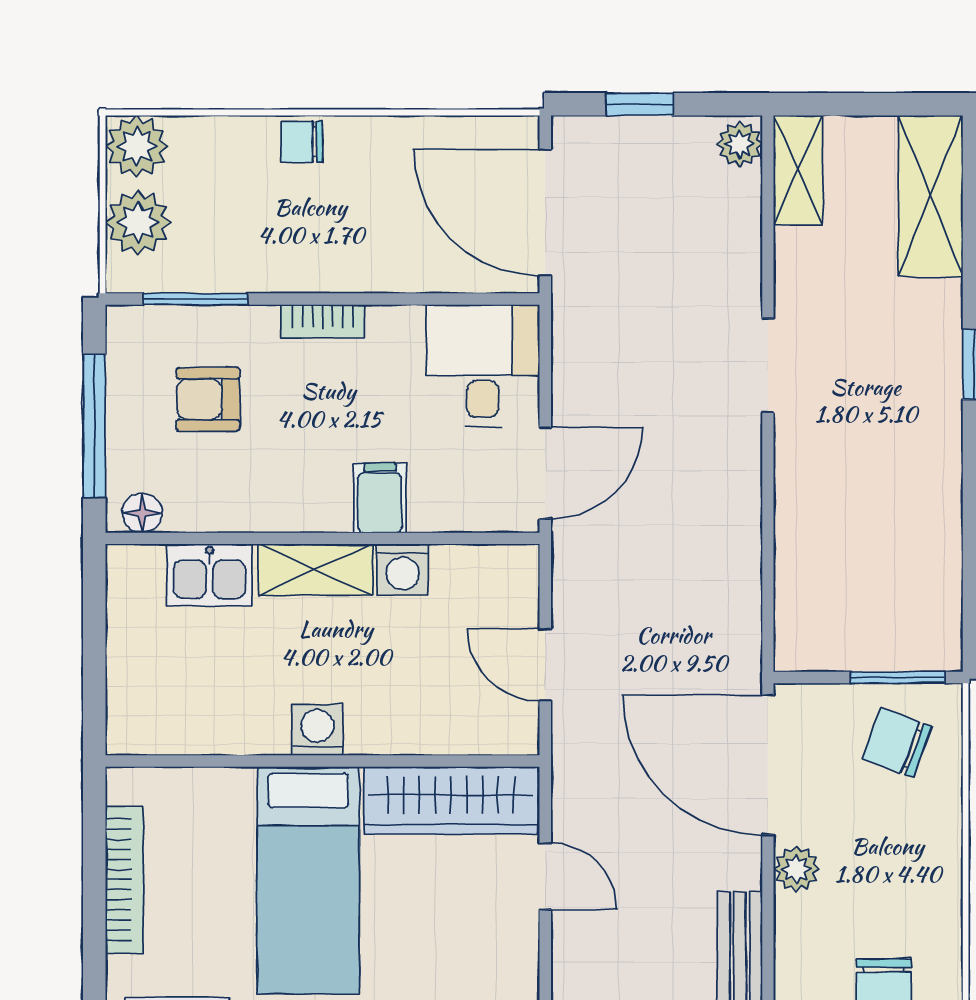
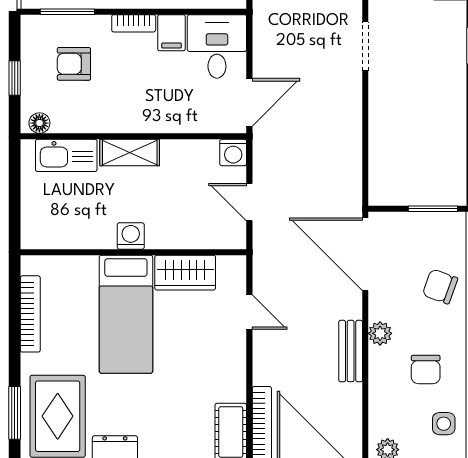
window: (94, 426) -> (15, 78), width x0.46
filing cabinet: (380, 498) -> (171, 33), moved, turned 180
washing machine: (403, 569) -> (233, 152), moved
kitchen sink: (210, 575) -> (66, 155), width x1.38
chair: (897, 743) -> (440, 286), moved
wardrobe: (451, 800) -> (185, 273), width x0.67
plant: (796, 869) -> (380, 333), moved

